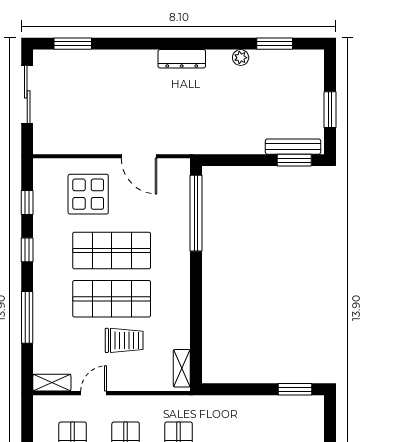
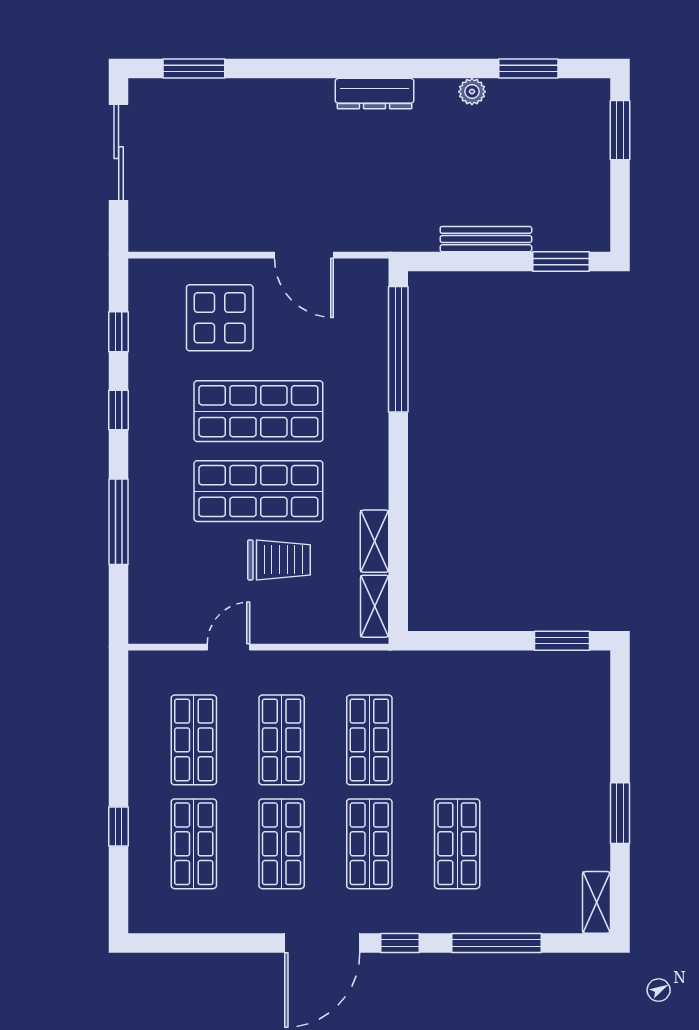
window: (330, 110) -> (620, 130), moved
bench: (293, 147) -> (486, 239), moved
shelving: (52, 383) -> (375, 541), moved, turned 90

